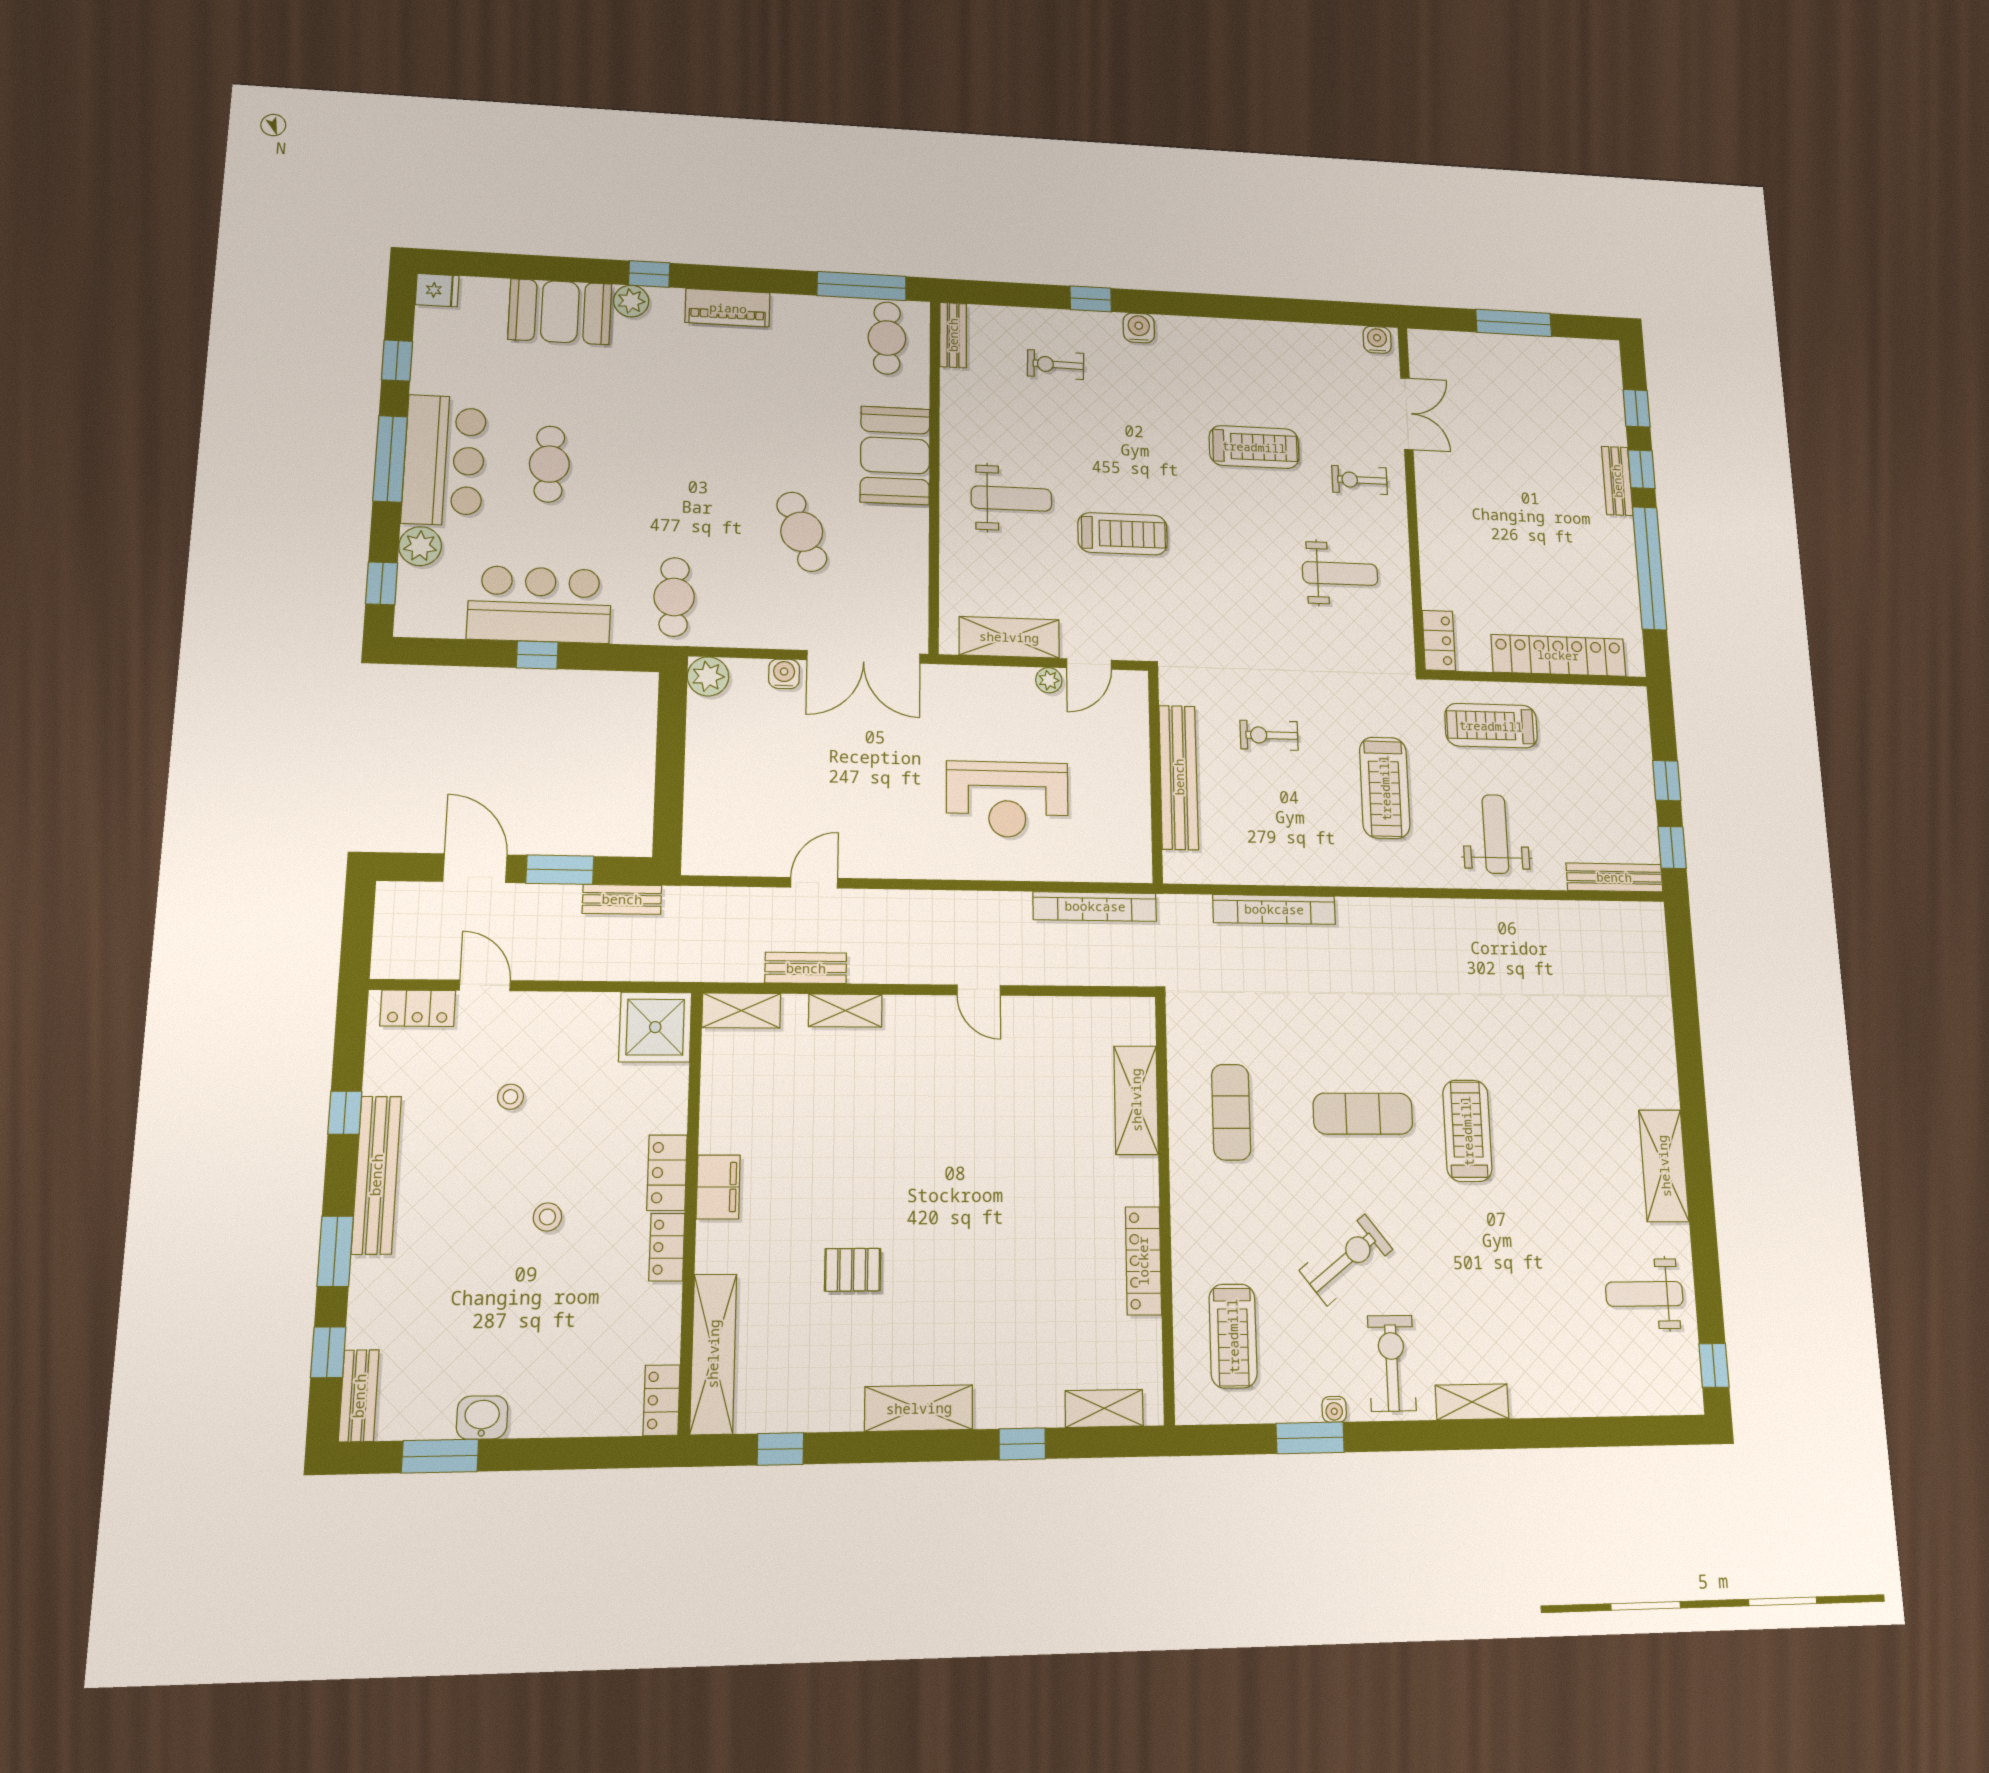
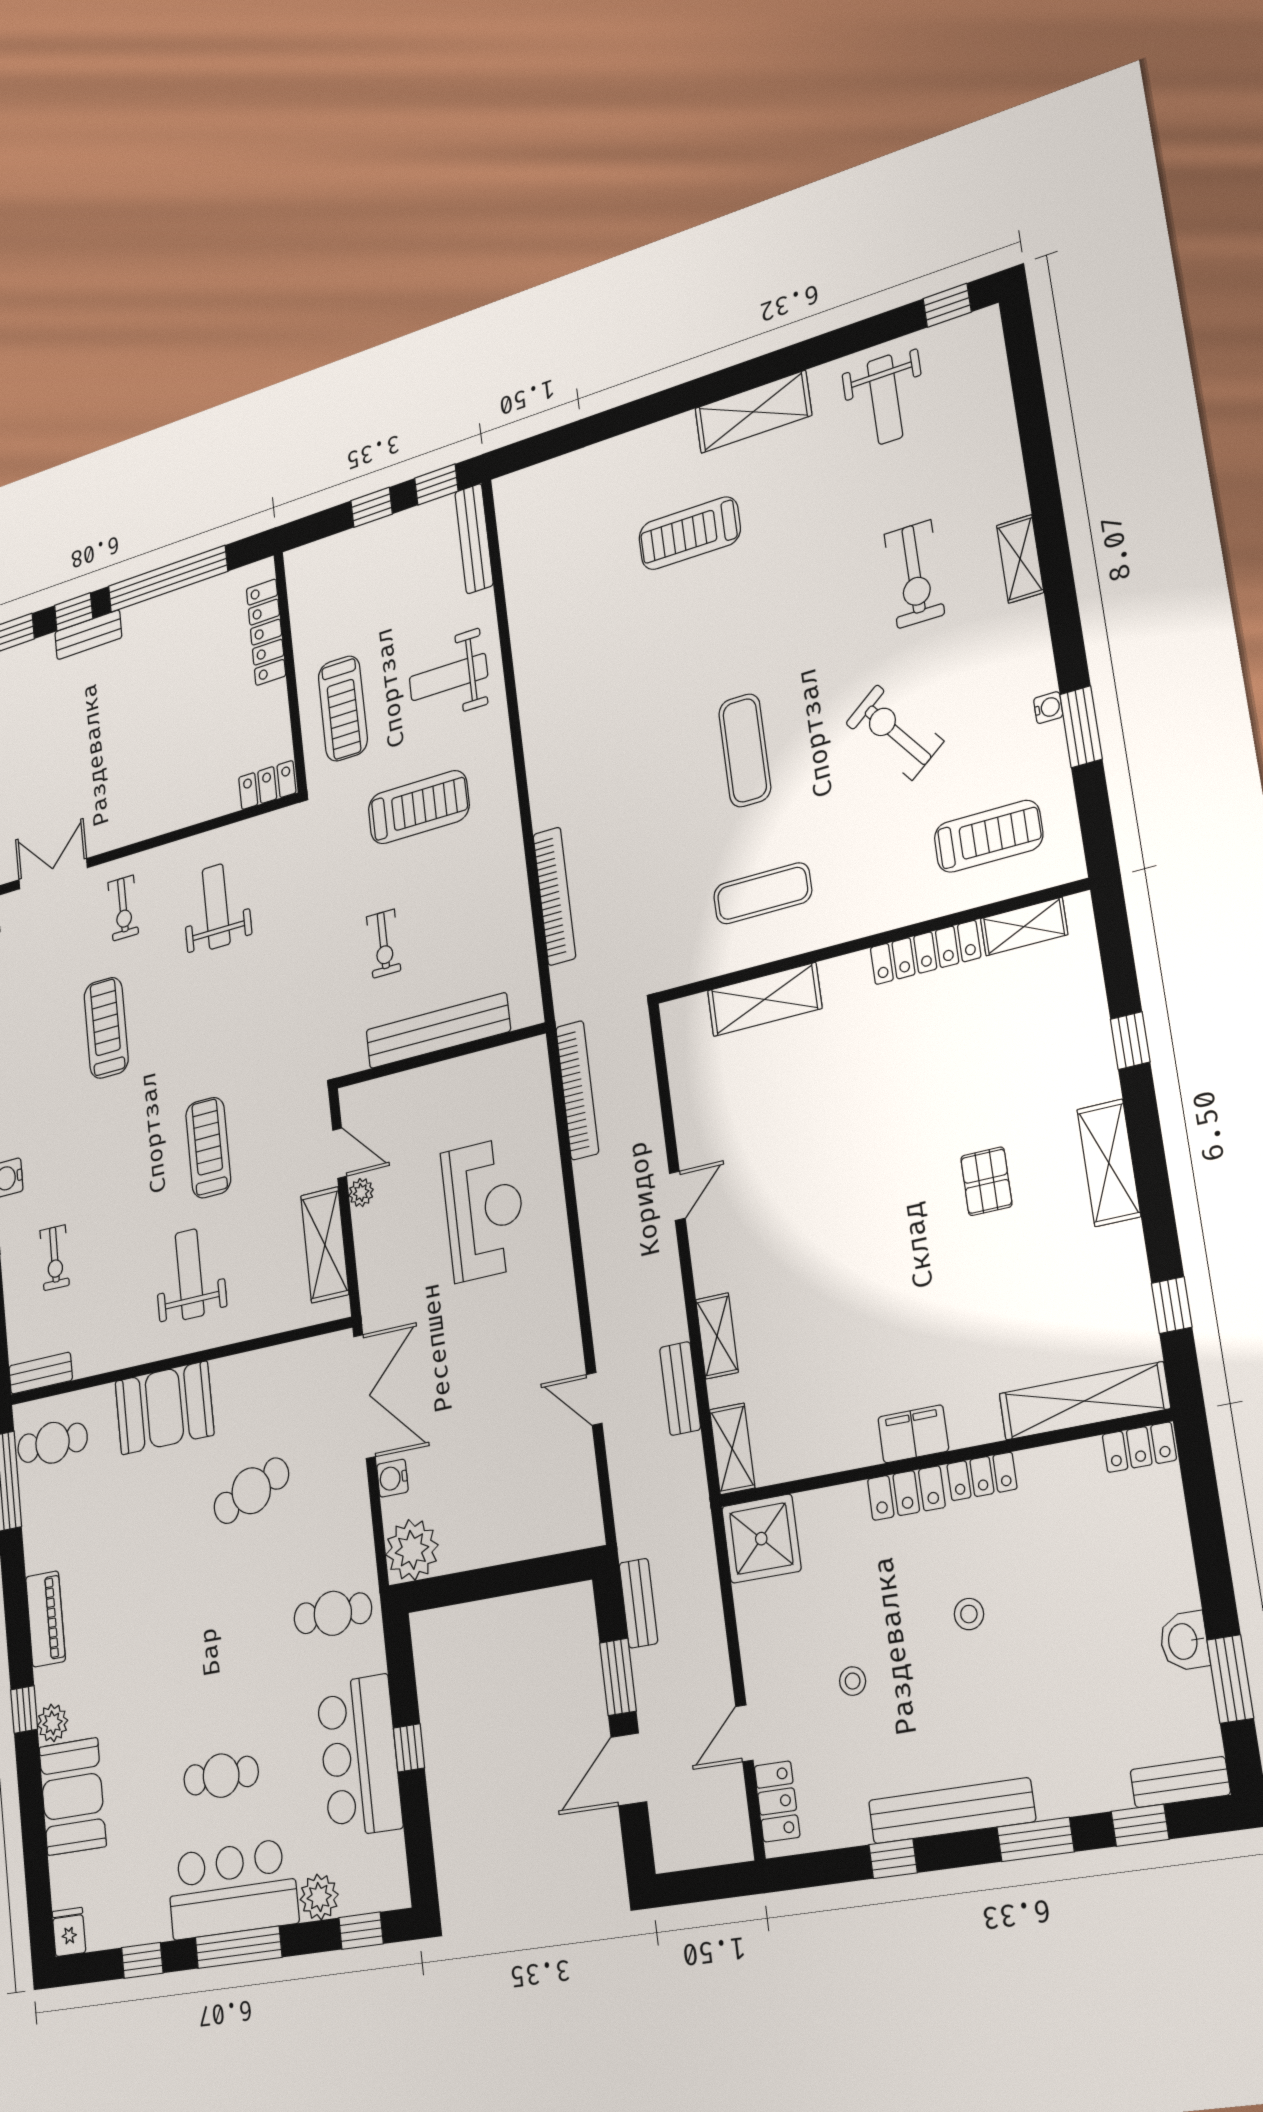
locker: (1558, 655) -> (266, 632), width x0.71, depth x0.83
plant: (708, 676) -> (412, 1550), width x1.36, depth x1.36
treadmill: (1467, 1131) -> (690, 533), moved
pallet: (853, 1270) -> (986, 1181), moved
exercise bike: (1392, 1363) -> (914, 574), moved, turned -90
shelving: (1104, 1408) -> (1024, 927), moved, turned 90

